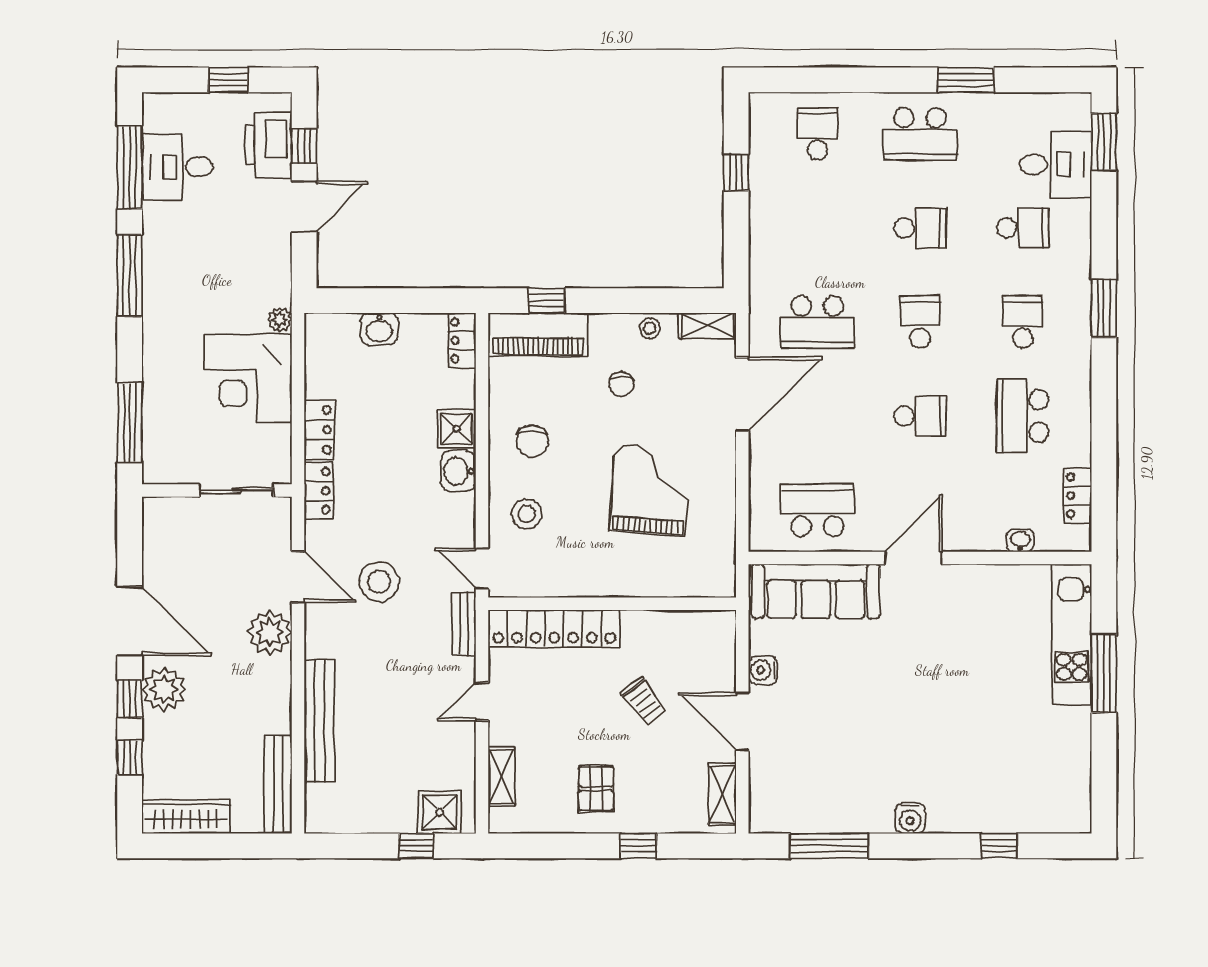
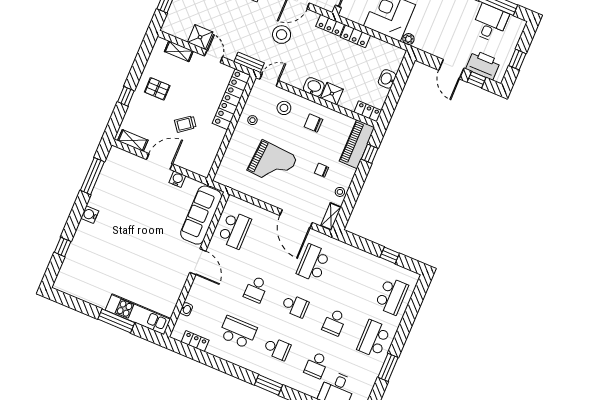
school desk: (817, 134) -> (392, 296), width x1.85
stool: (578, 568) -> (252, 120), added
shower: (440, 812) -> (200, 37), moved

